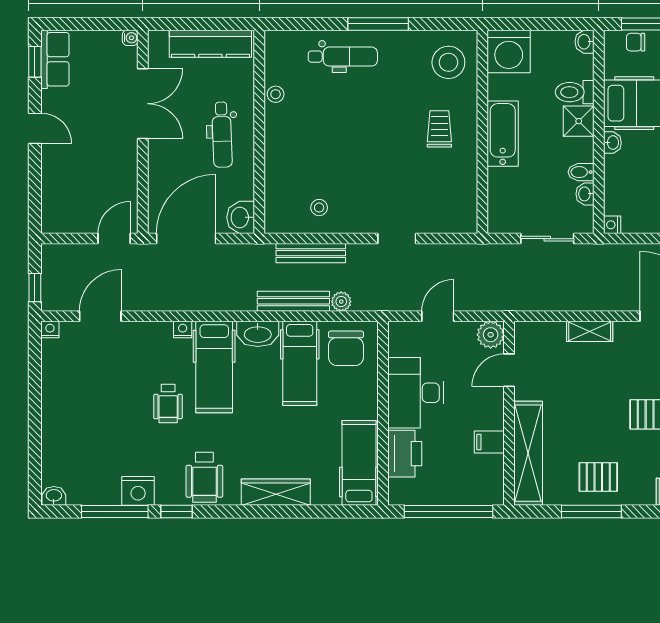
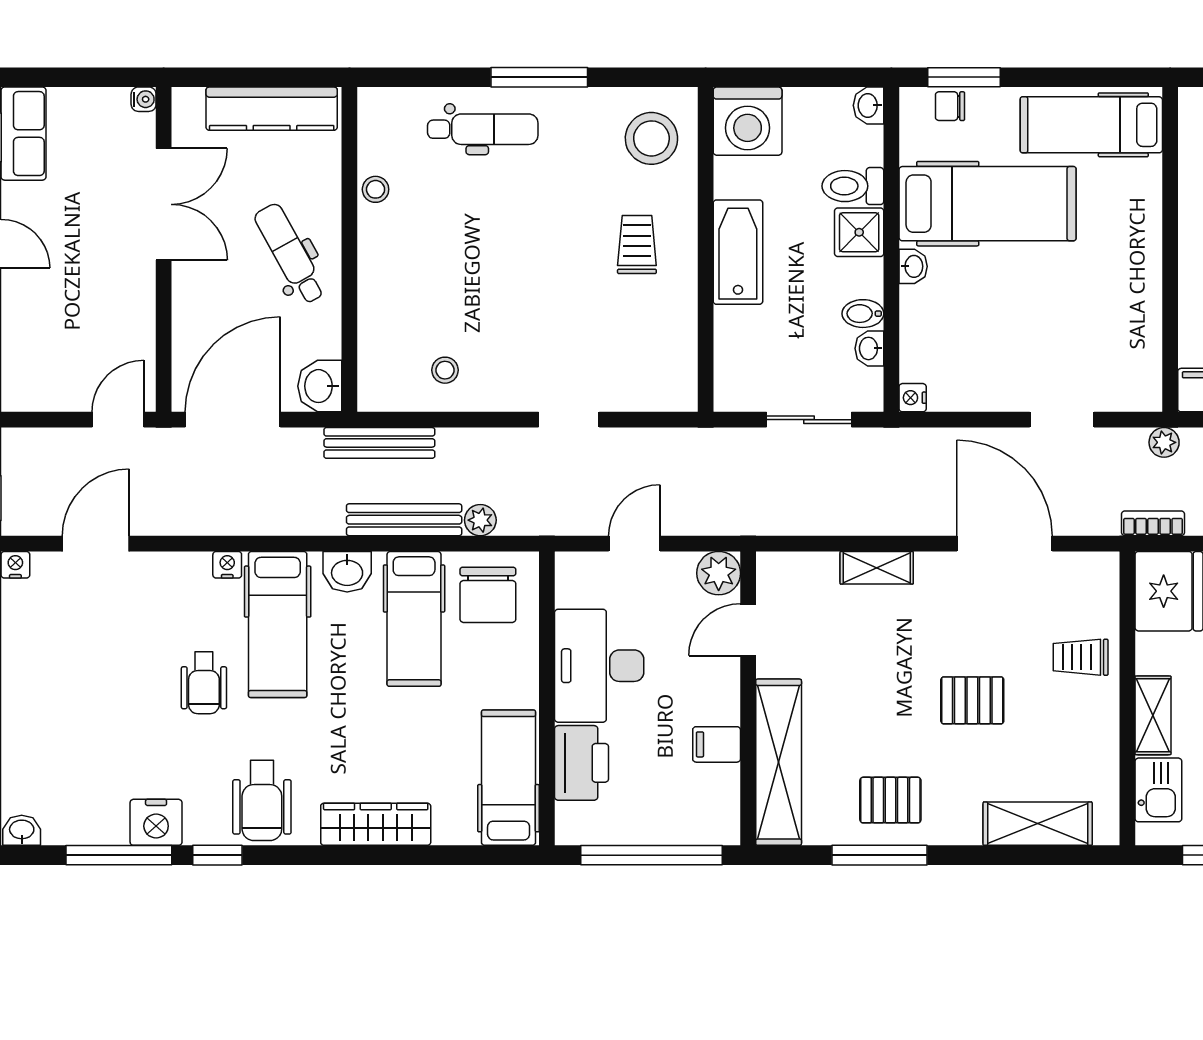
dental chair: (222, 135) -> (290, 254), turned 153
bench: (311, 253) -> (379, 443), moved
washbasin: (258, 334) -> (347, 572), width x0.72

